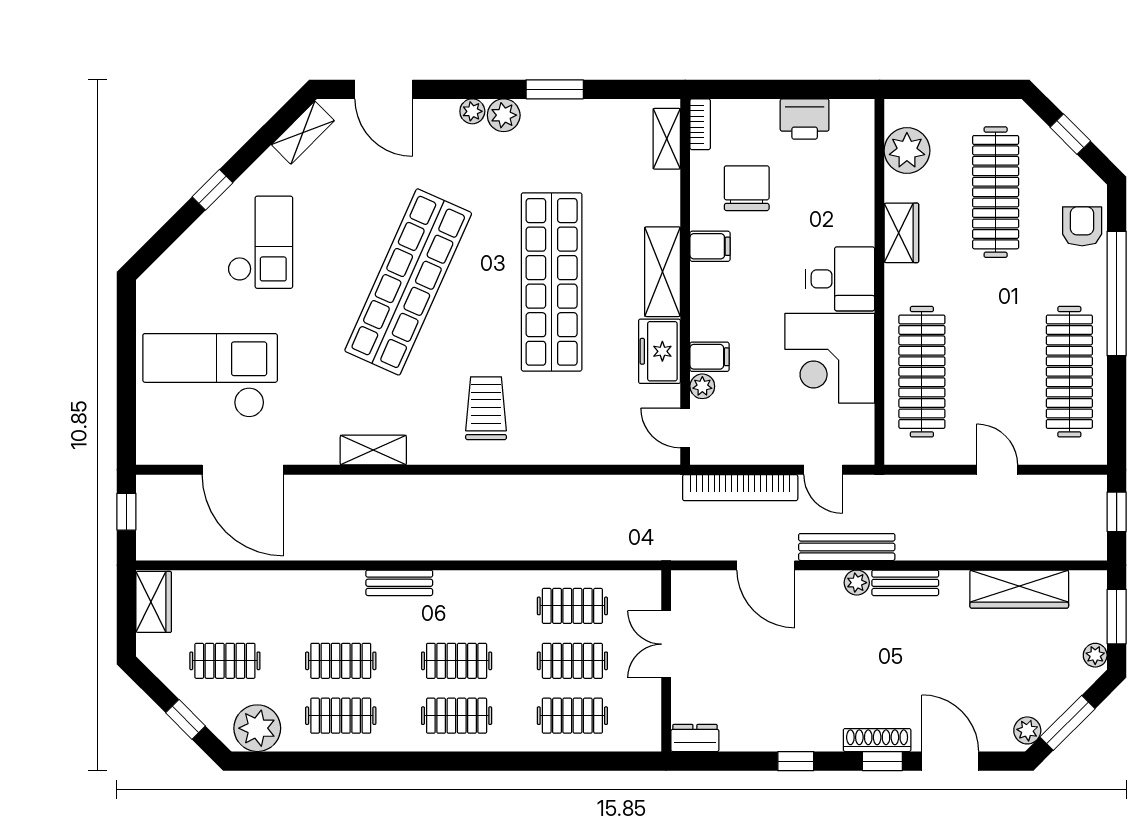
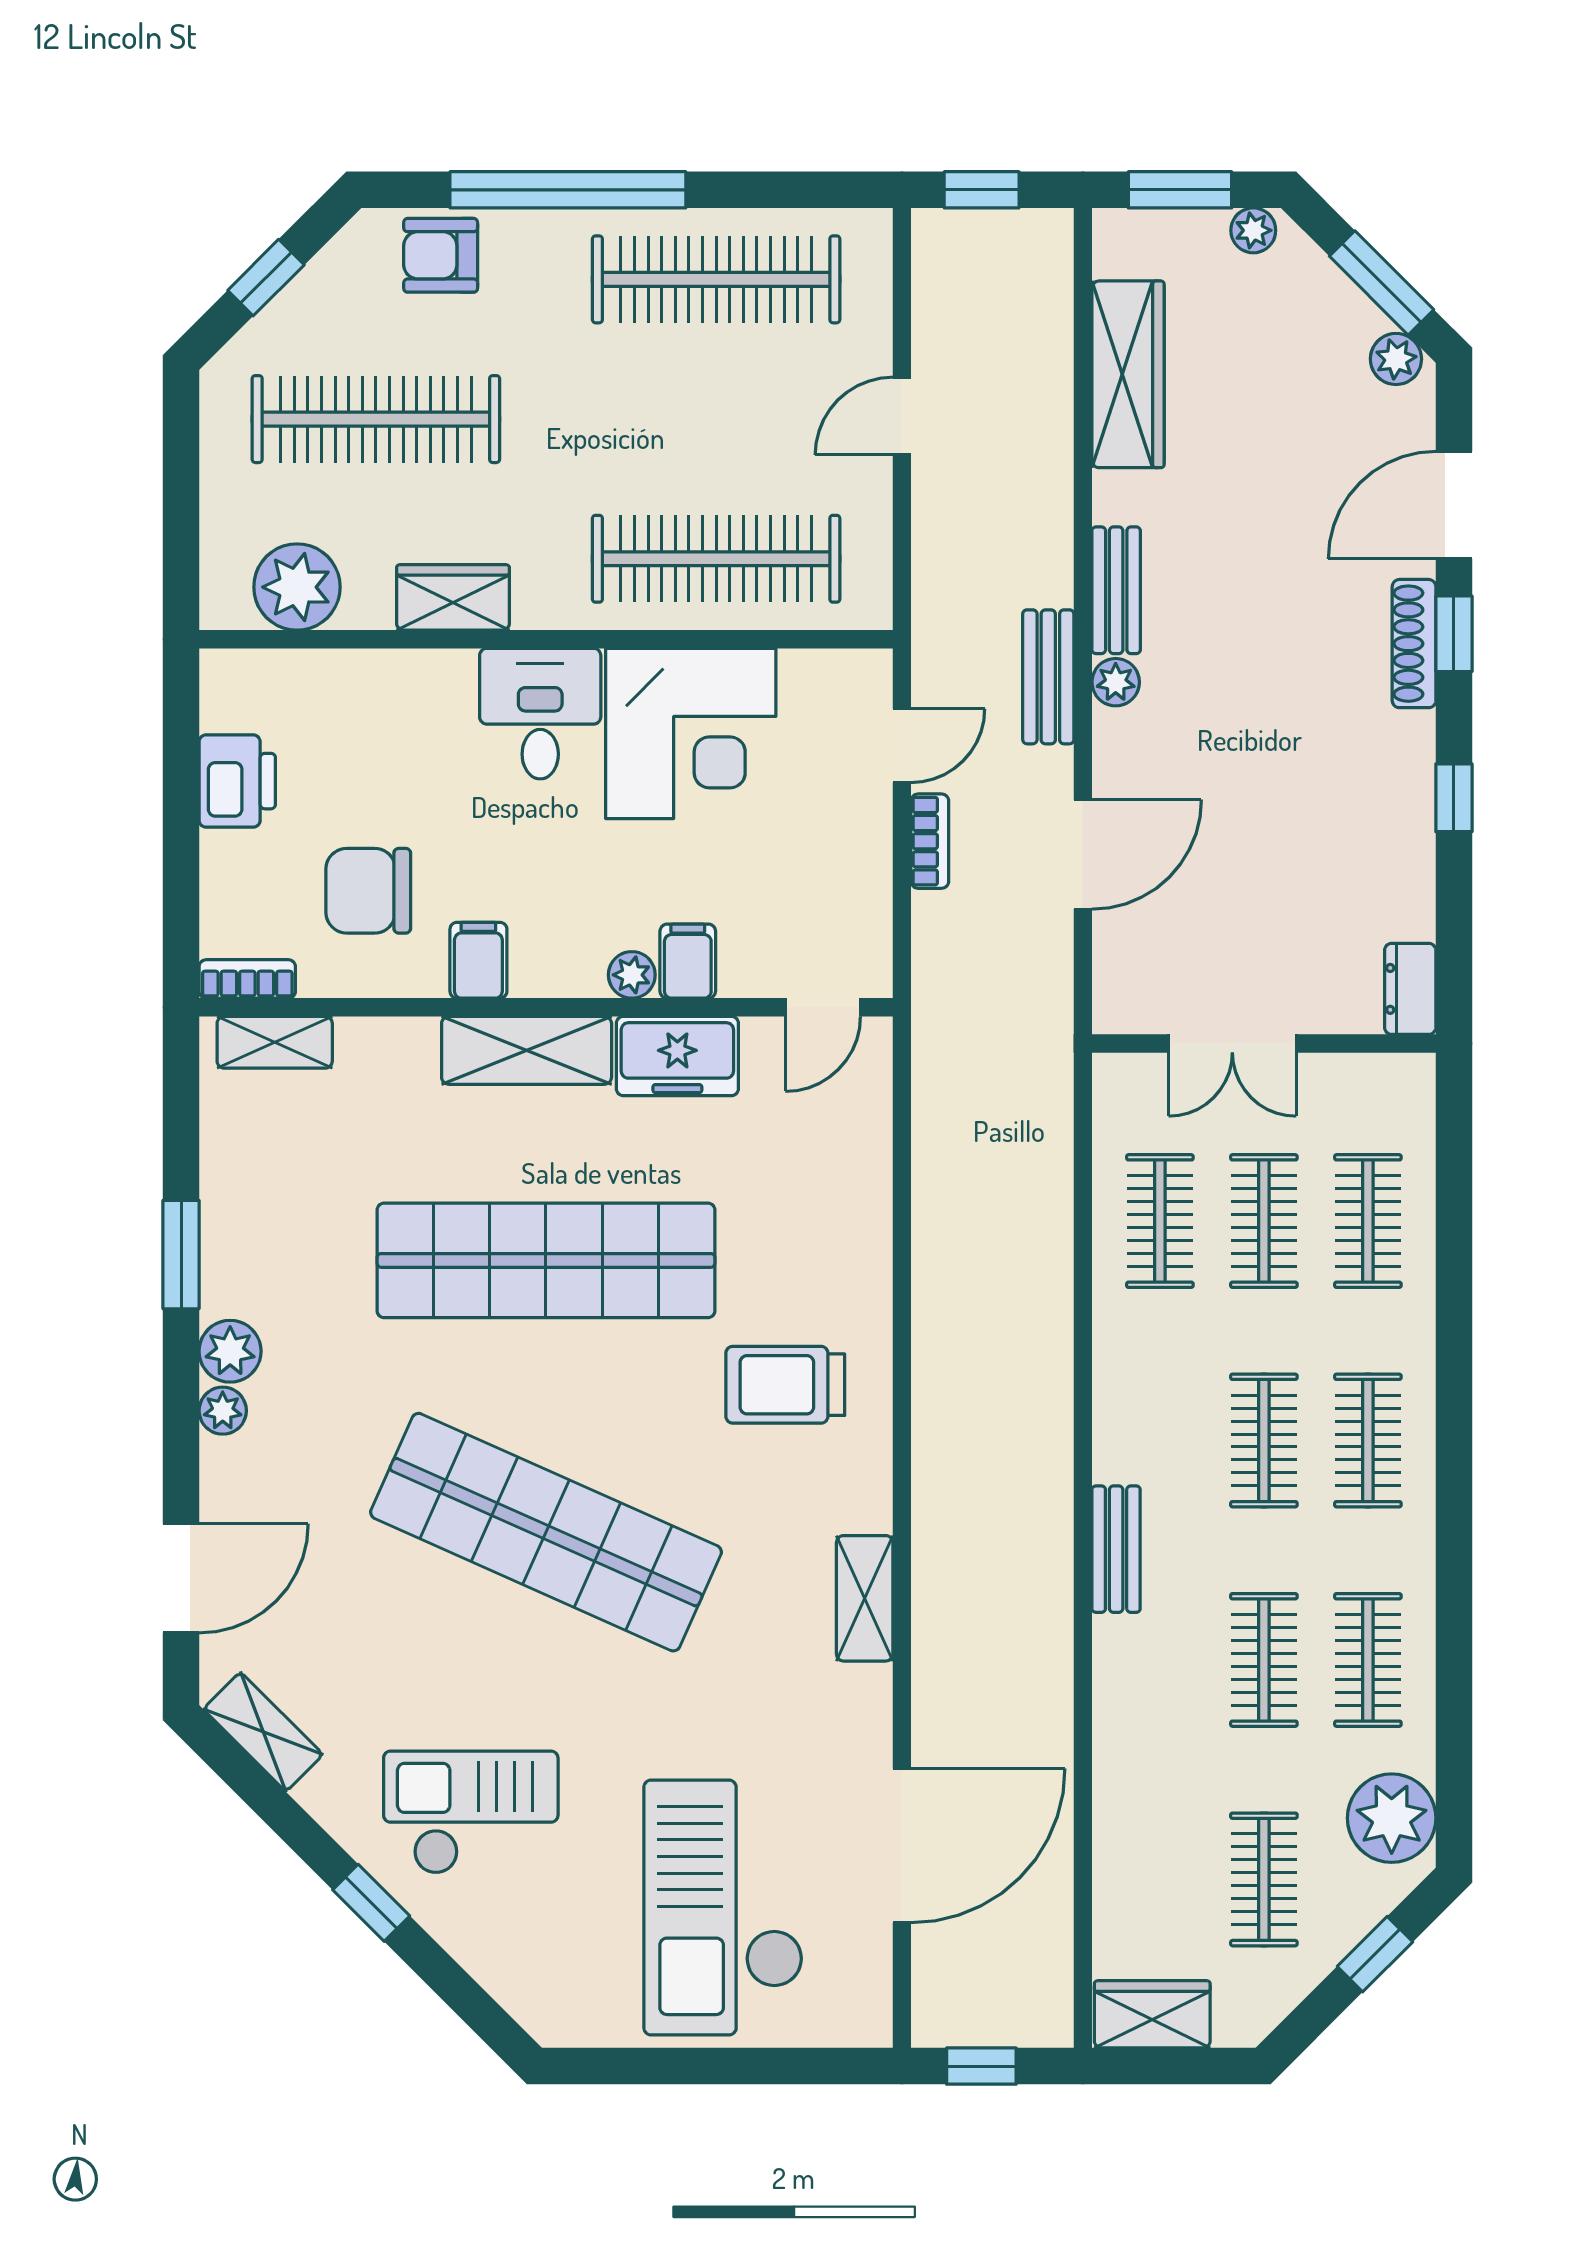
plant: (702, 386) -> (632, 975), moved
bookcase: (740, 488) -> (930, 841), width x0.43, depth x0.76
bench: (847, 547) -> (1048, 677), width x0.73

